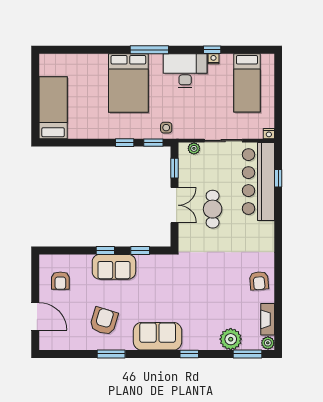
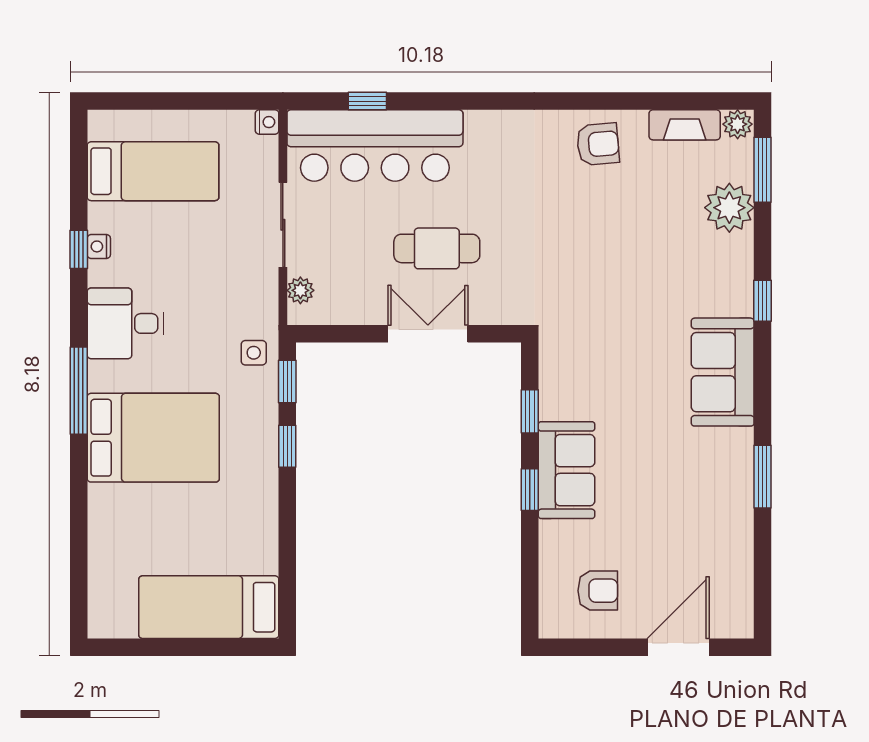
desk: (185, 71) -> (126, 323), width x0.73
window: (175, 168) -> (345, 334), removed
armchair: (104, 321) -> (689, 493), removed

